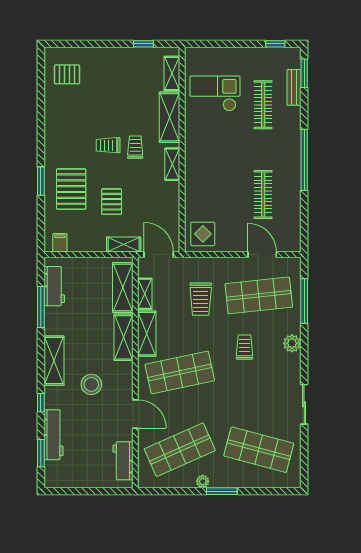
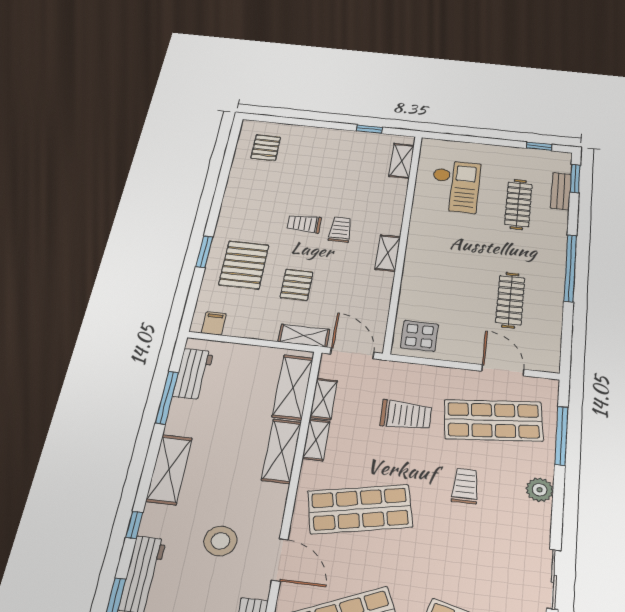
pallet: (67, 74) -> (266, 148), turned 90
checkout: (215, 93) -> (455, 186), turned 90
shelving: (170, 117) -> (392, 204), removed
trolley: (201, 299) -> (406, 415), turned -90
shelving: (147, 334) -> (316, 440), width x0.67, depth x0.75
stool: (91, 384) -> (220, 541), moved

